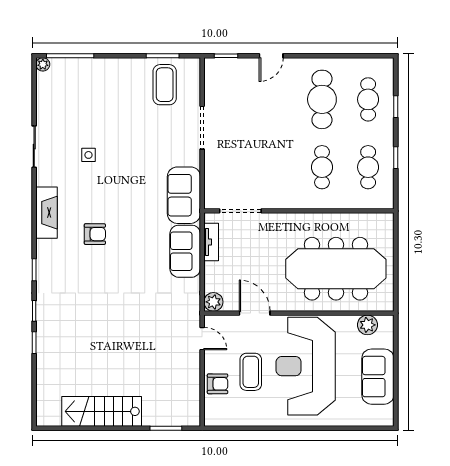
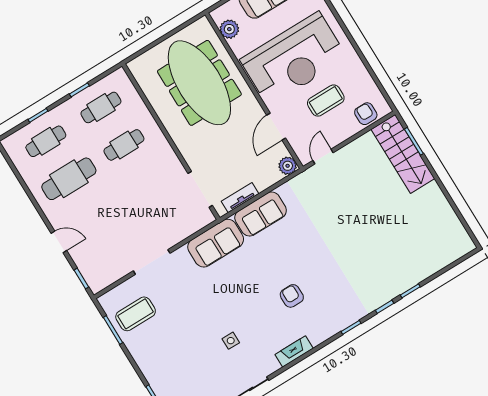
fireplace: (47, 213) -> (294, 351), width x0.73, depth x0.76
armchair: (218, 384) -> (366, 114), moved
stairs: (102, 411) -> (403, 154), moved

